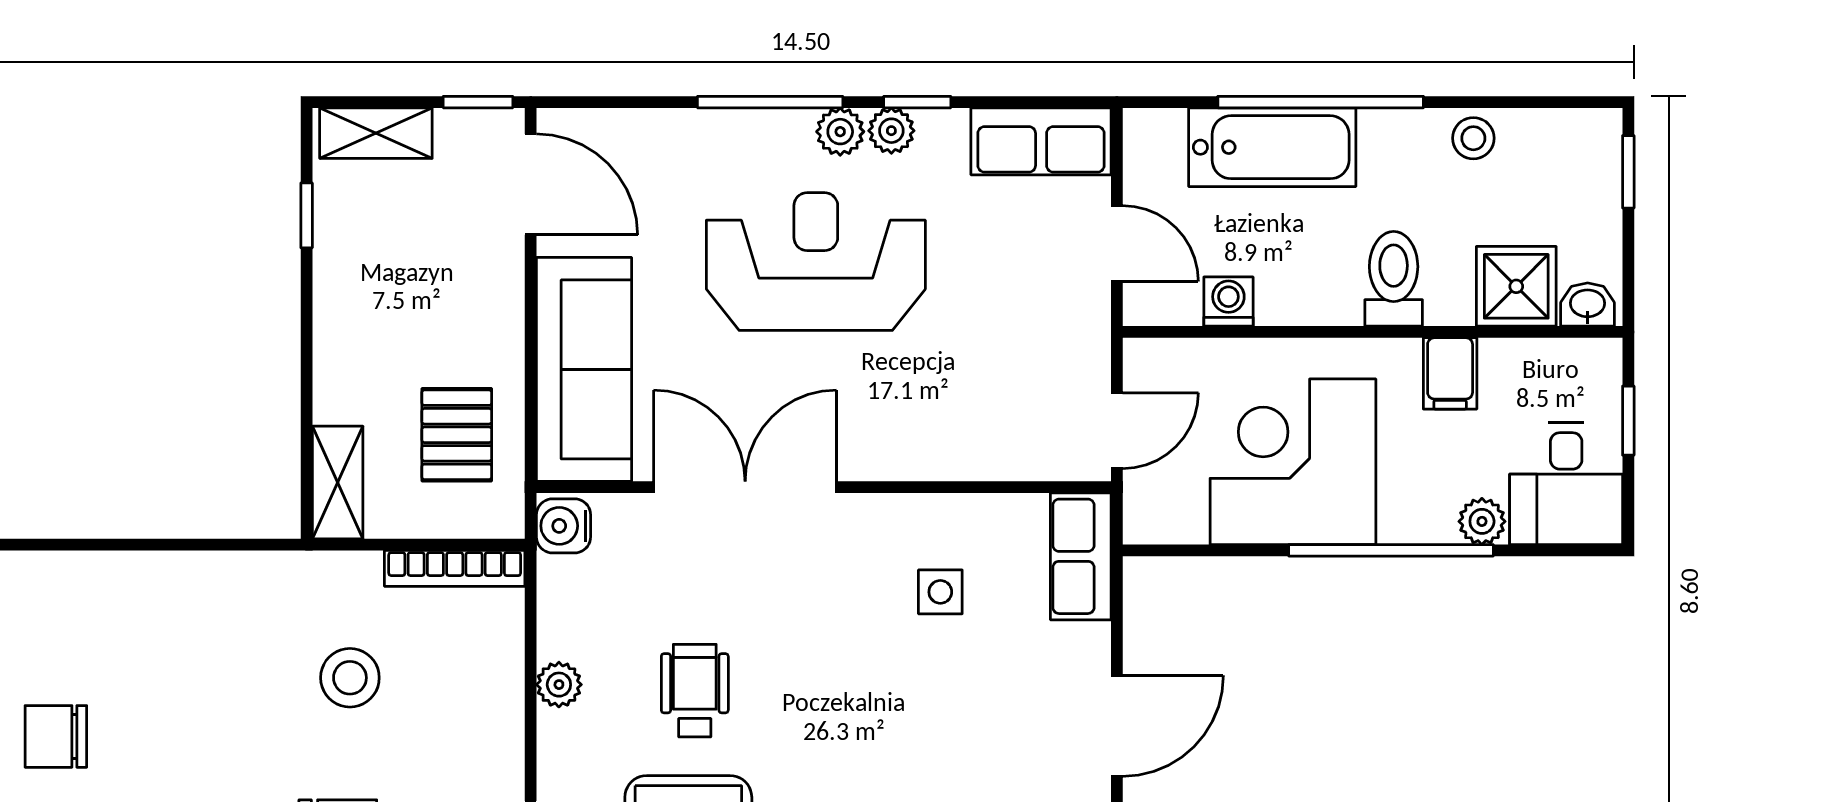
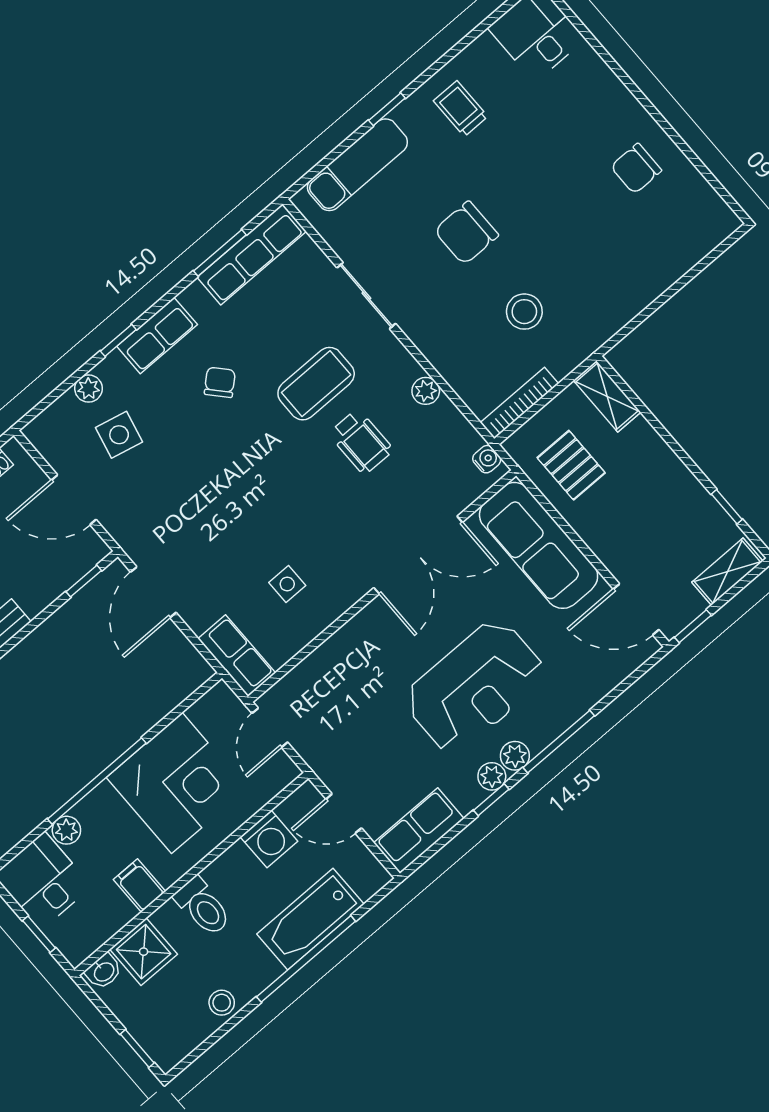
washing machine: (1228, 302) -> (269, 839), width x1.38, depth x1.38
water cooler: (564, 526) -> (487, 459), width x0.72, depth x0.72
chair: (56, 736) -> (636, 169), turned 180

